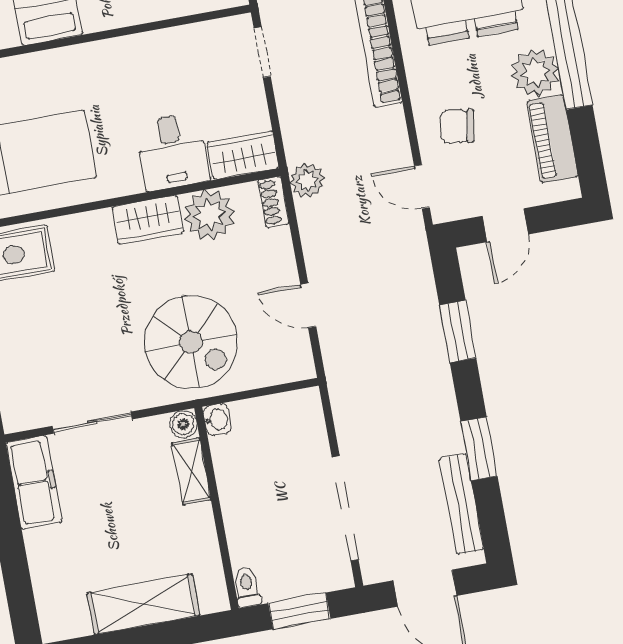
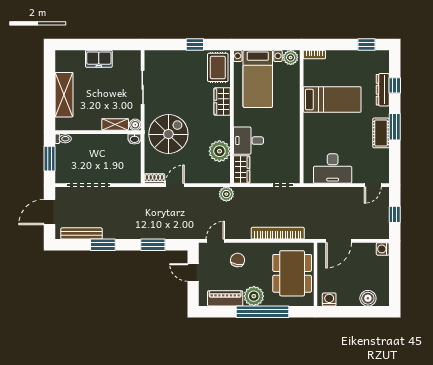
shoe rack: (273, 202) -> (154, 179), moved
wardrobe: (148, 220) -> (222, 102), moved
spiral stairs: (191, 342) -> (168, 134), turned 180
freezer: (34, 482) -> (99, 59), moved, width x0.71

